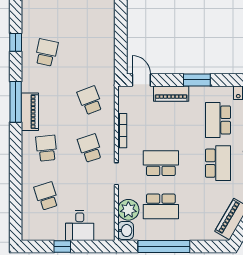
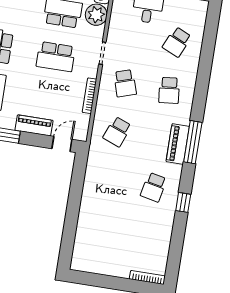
door: (141, 80) -> (62, 144), swing flipped
school desk: (90, 100) -> (117, 132), turned 42
piano: (30, 112) -> (178, 144), moved
school desk: (46, 196) -> (177, 42), turned 42

